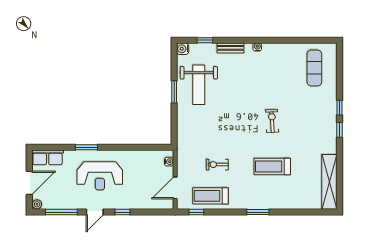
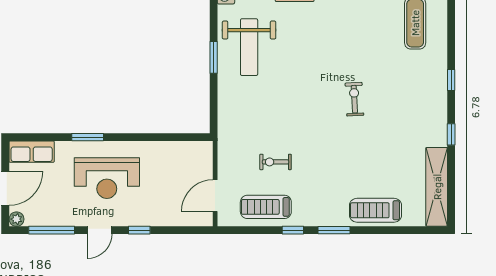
window: (339, 130) -> (451, 134), moved
water cooler: (169, 162) -> (206, 158), removed
treadmill: (272, 167) -> (375, 210), moved
window: (196, 212) -> (293, 230), moved

